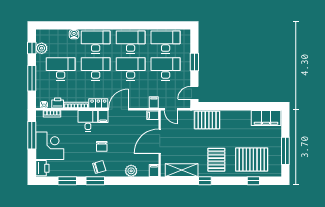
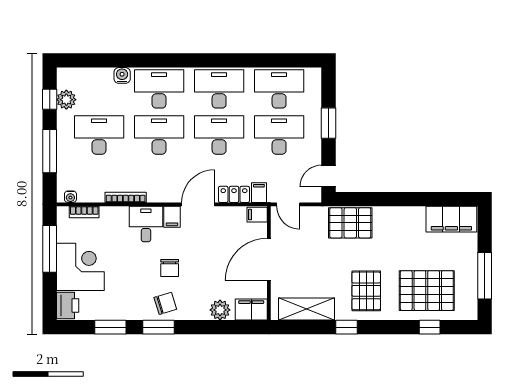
printer: (58, 103) -> (94, 194), removed
locker: (98, 103) -> (234, 194), moved
filing cabinet: (154, 171) -> (251, 309), width x2.00

